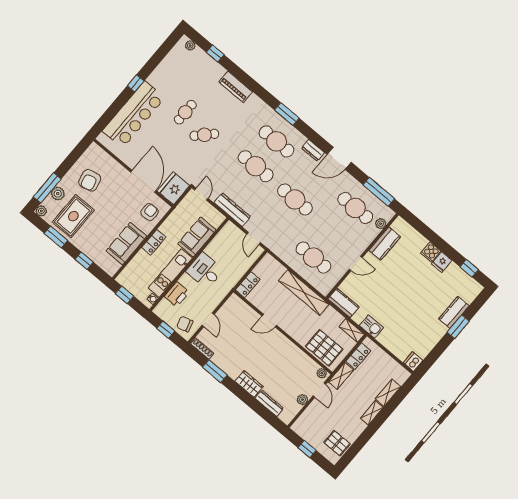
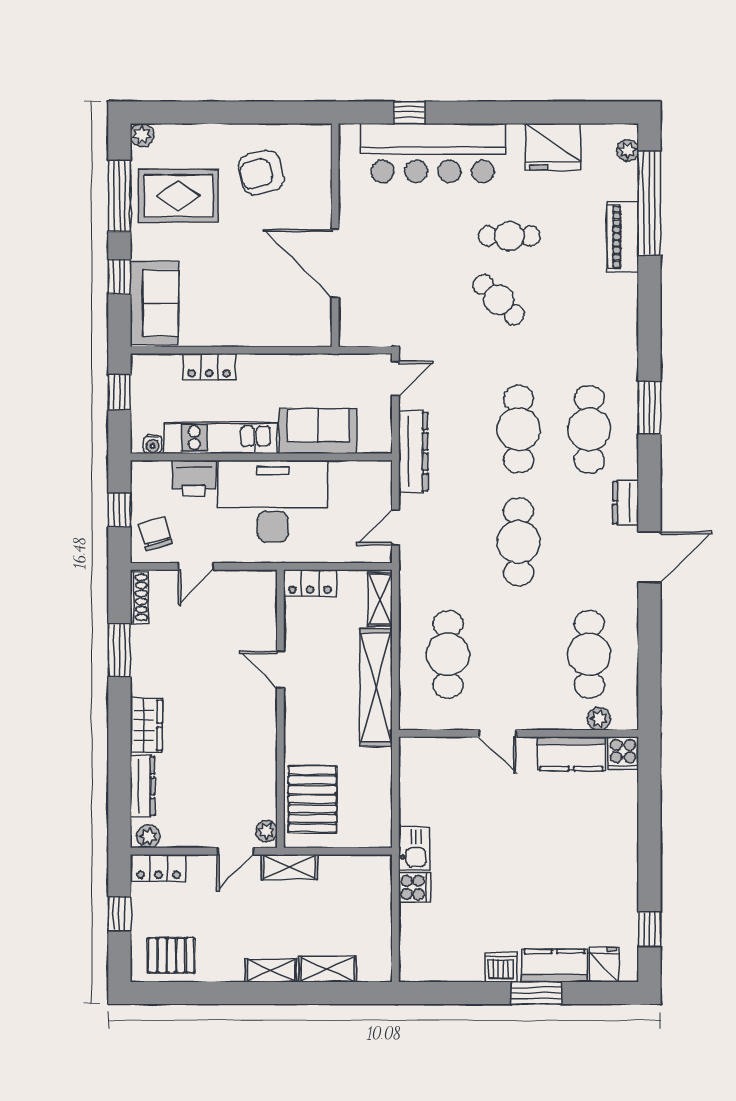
window: (215, 54) -> (649, 203), width x3.17
window: (136, 83) -> (409, 112), moved
piano: (236, 87) -> (623, 237), moved
door: (339, 158) -> (649, 557), swing flipped
door: (143, 181) -> (335, 263), swing flipped
window: (47, 188) -> (189, 112), removed
fridge: (173, 188) -> (553, 147), moved, turned 180
window: (379, 192) -> (649, 671), removed
plant: (58, 194) -> (194, 138), removed
armchair: (150, 212) -> (293, 317), removed
window: (56, 237) -> (119, 196), width x1.44
locker: (154, 242) -> (209, 367), moved
sofa: (126, 244) -> (154, 303), moved, turned 90
cooker: (431, 252) -> (623, 753), moved, turned -90
fridge: (442, 262) -> (604, 964), moved, turned 90
desk: (205, 271) -> (273, 501), width x1.87, depth x1.30
kitchen counter: (343, 303) -> (414, 768), removed
shelving: (352, 331) -> (380, 599), moved
cooker: (385, 338) -> (415, 887), added
locker: (358, 356) -> (158, 868), moved
dishwasher: (413, 362) -> (501, 967), moved
plant: (302, 400) -> (148, 836), moved
pallet: (337, 443) -> (171, 955), turned 90

